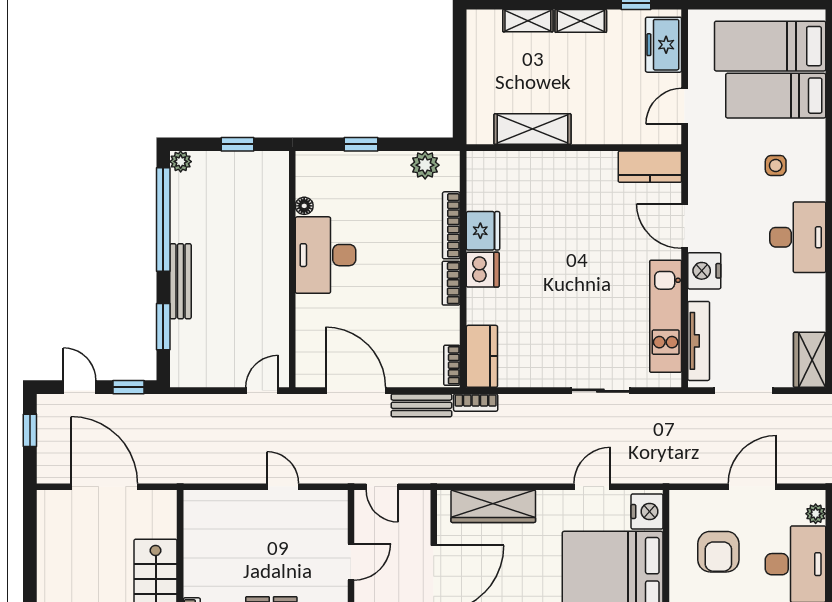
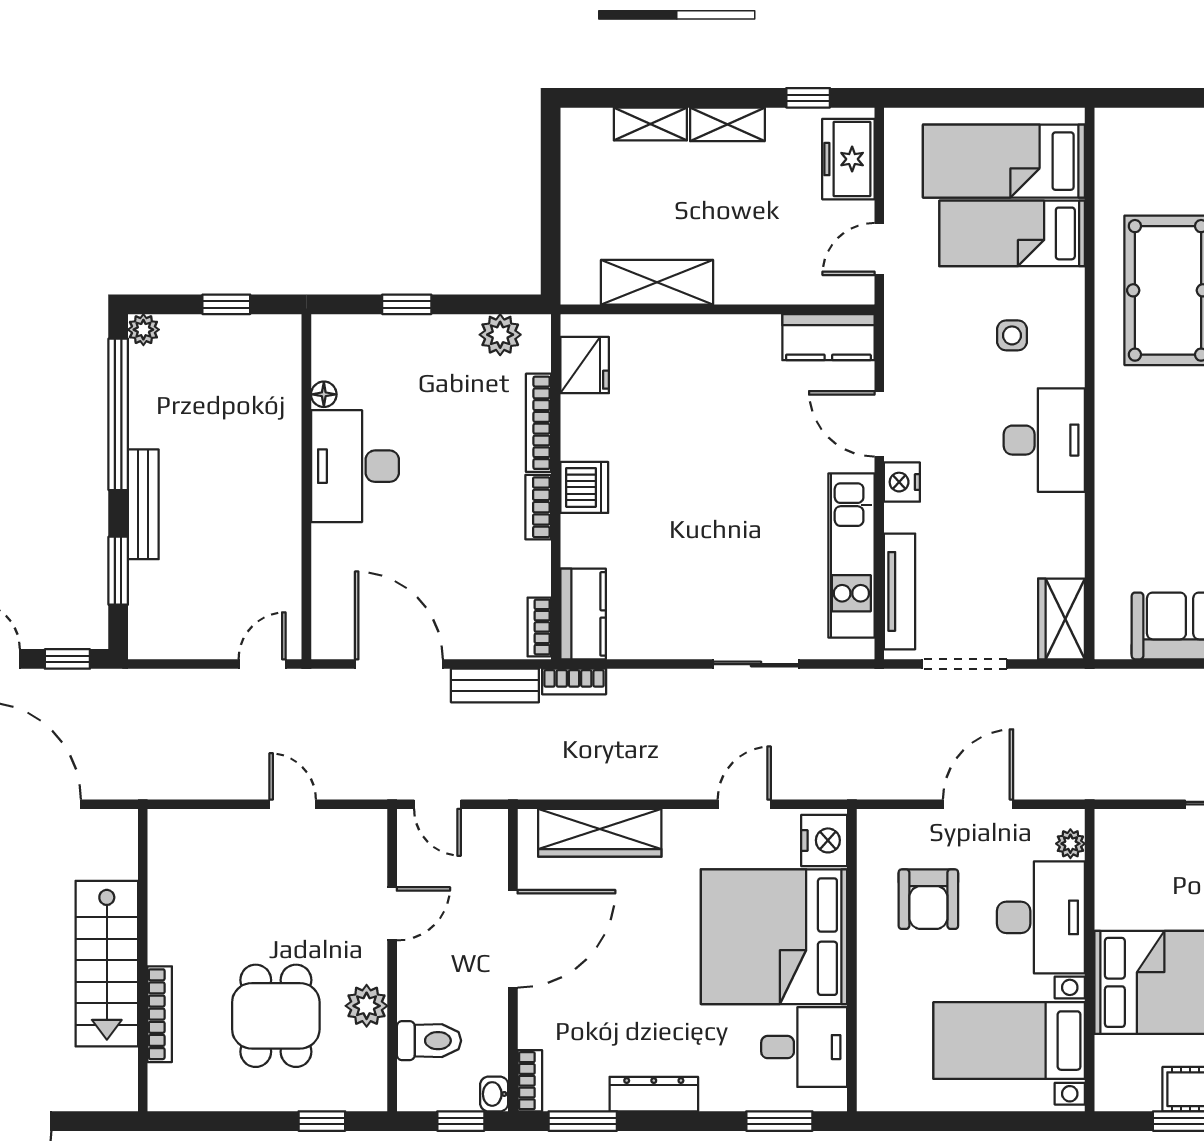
fridge: (483, 231) -> (585, 365), moved
nightstand: (704, 271) -> (902, 482), width x0.74, depth x0.75

